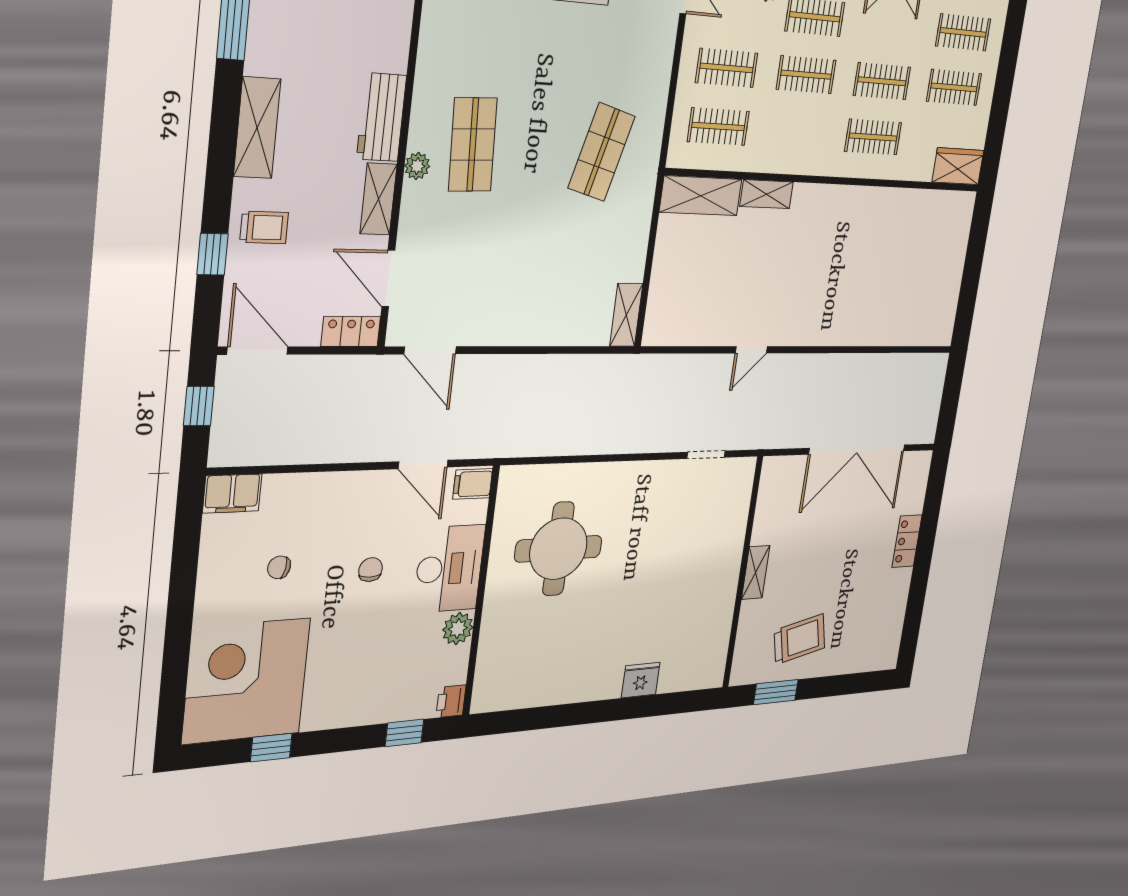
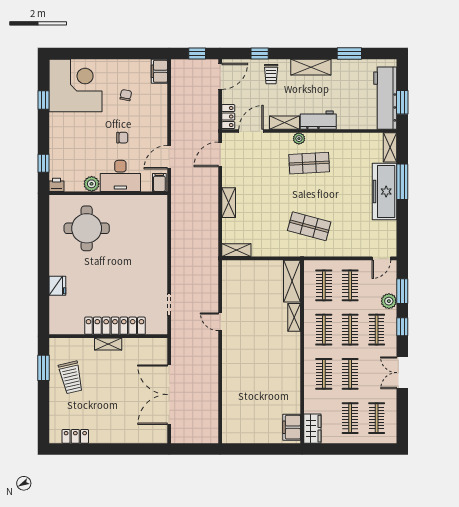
clothes rail: (798, 132) -> (324, 330), added
filing cabinet: (949, 208) -> (292, 427), added
shelving: (532, 331) -> (229, 203), added
locker: (907, 541) -> (75, 436), moved
round table: (558, 549) -> (87, 228), moved
locker: (727, 561) -> (115, 326), added

